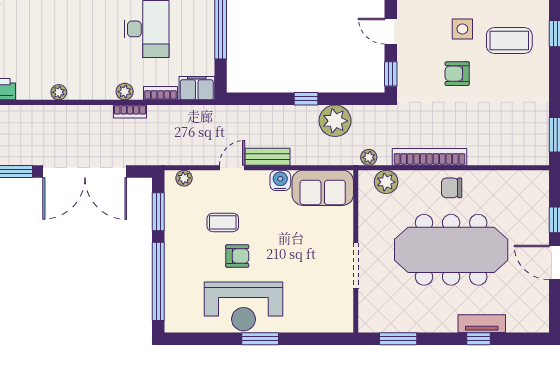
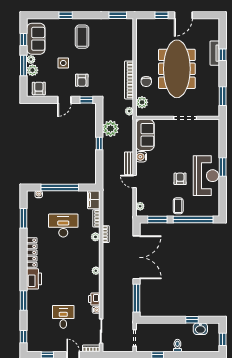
coffee table: (509, 41) -> (82, 37), moved
armchair: (457, 74) -> (82, 80), moved
chair: (452, 188) -> (146, 82), moved
coffee table: (223, 222) -> (178, 206), moved

